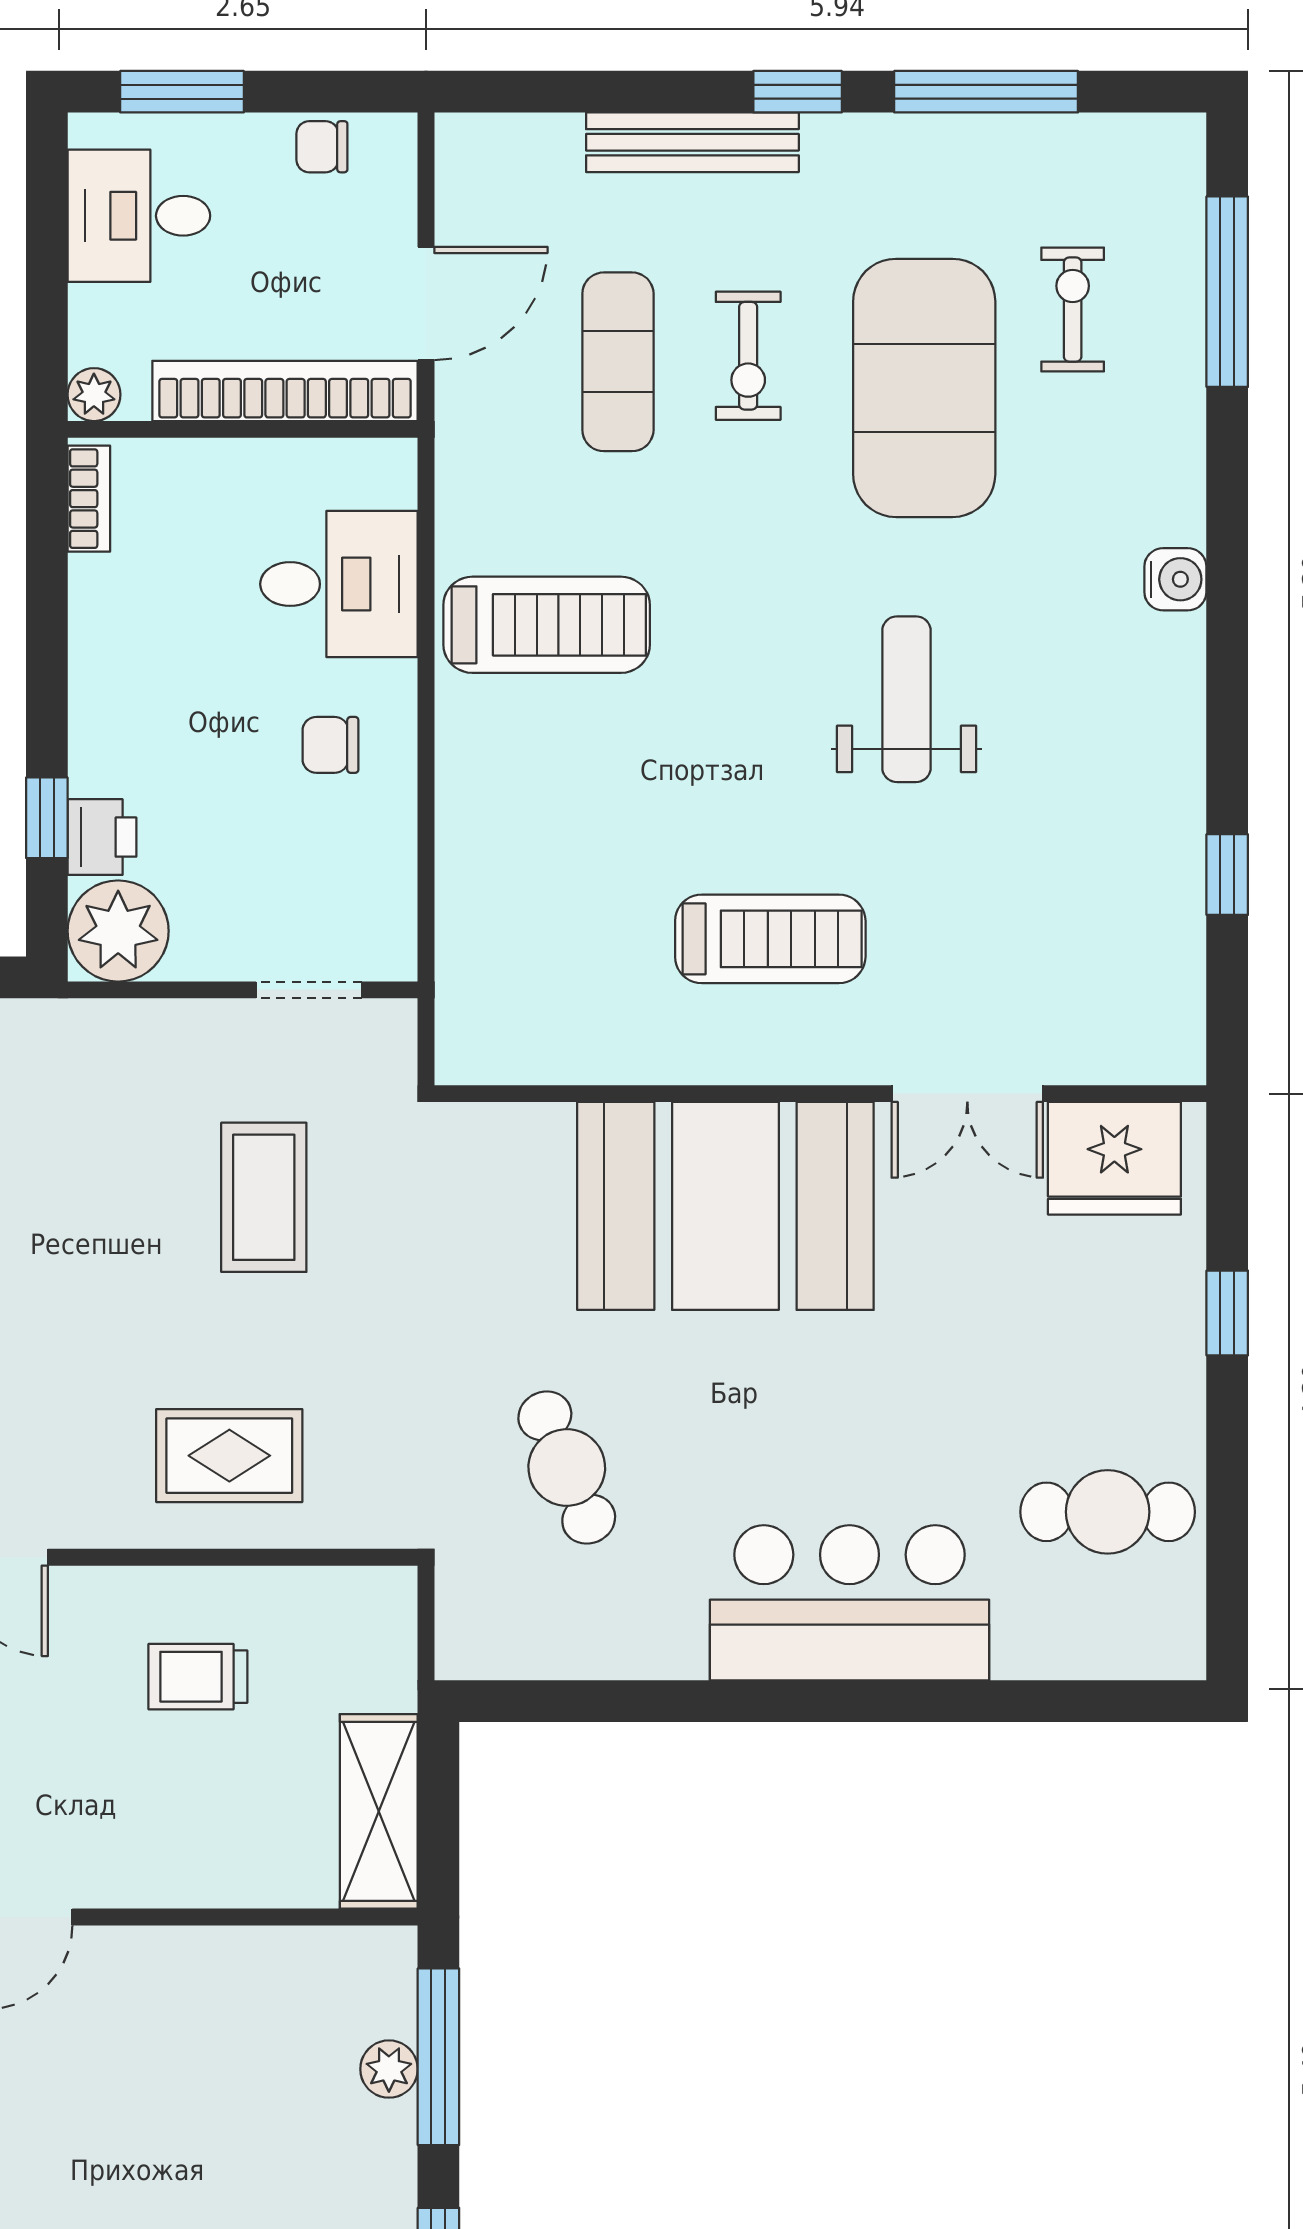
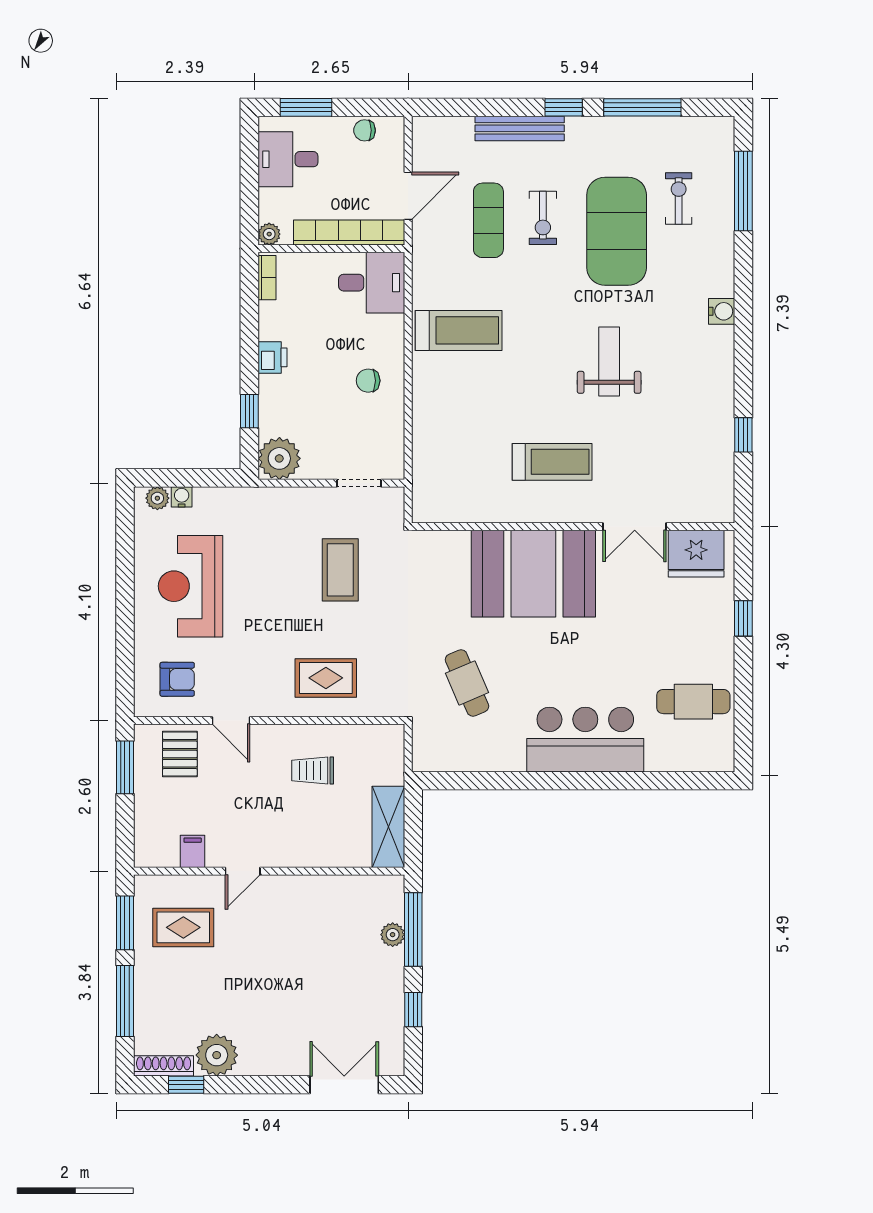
desk: (339, 584) -> (372, 283), moved
printer: (102, 837) -> (272, 357), moved

